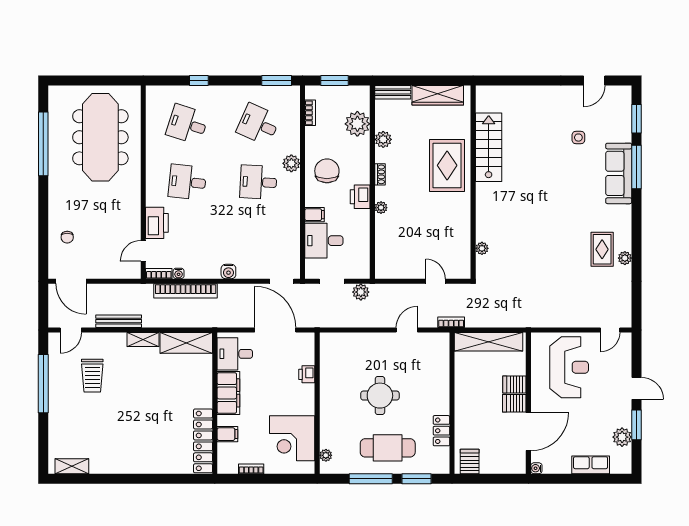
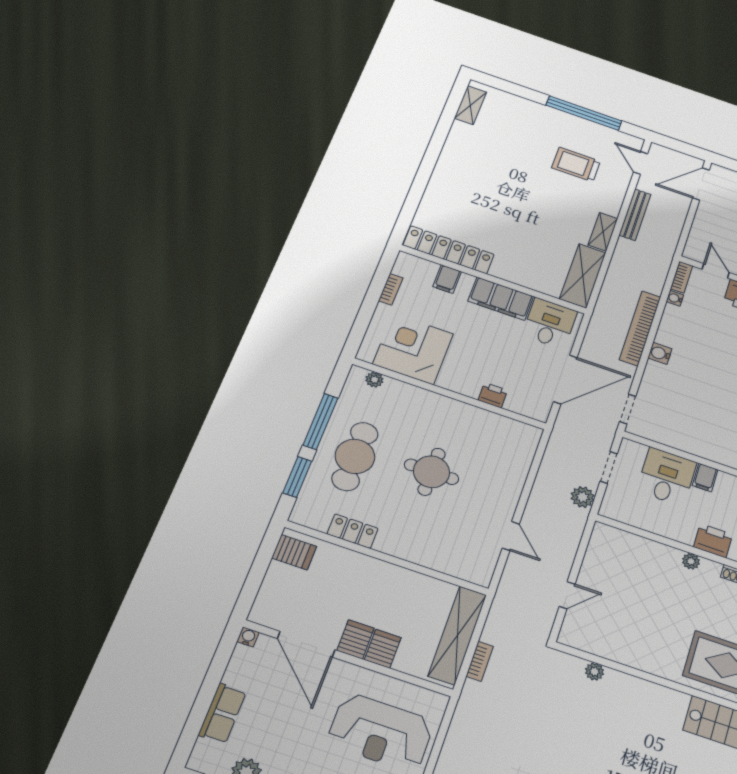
bookcase: (186, 291) -> (640, 328), moved
bookcase: (451, 322) -> (480, 661), moved

